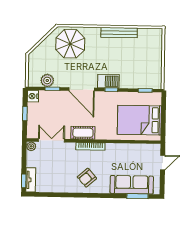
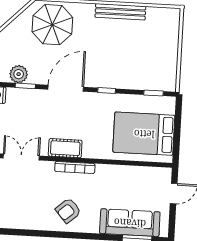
barbecue: (108, 81) -> (103, 78), removed
door: (82, 89) -> (66, 88), swing flipped

